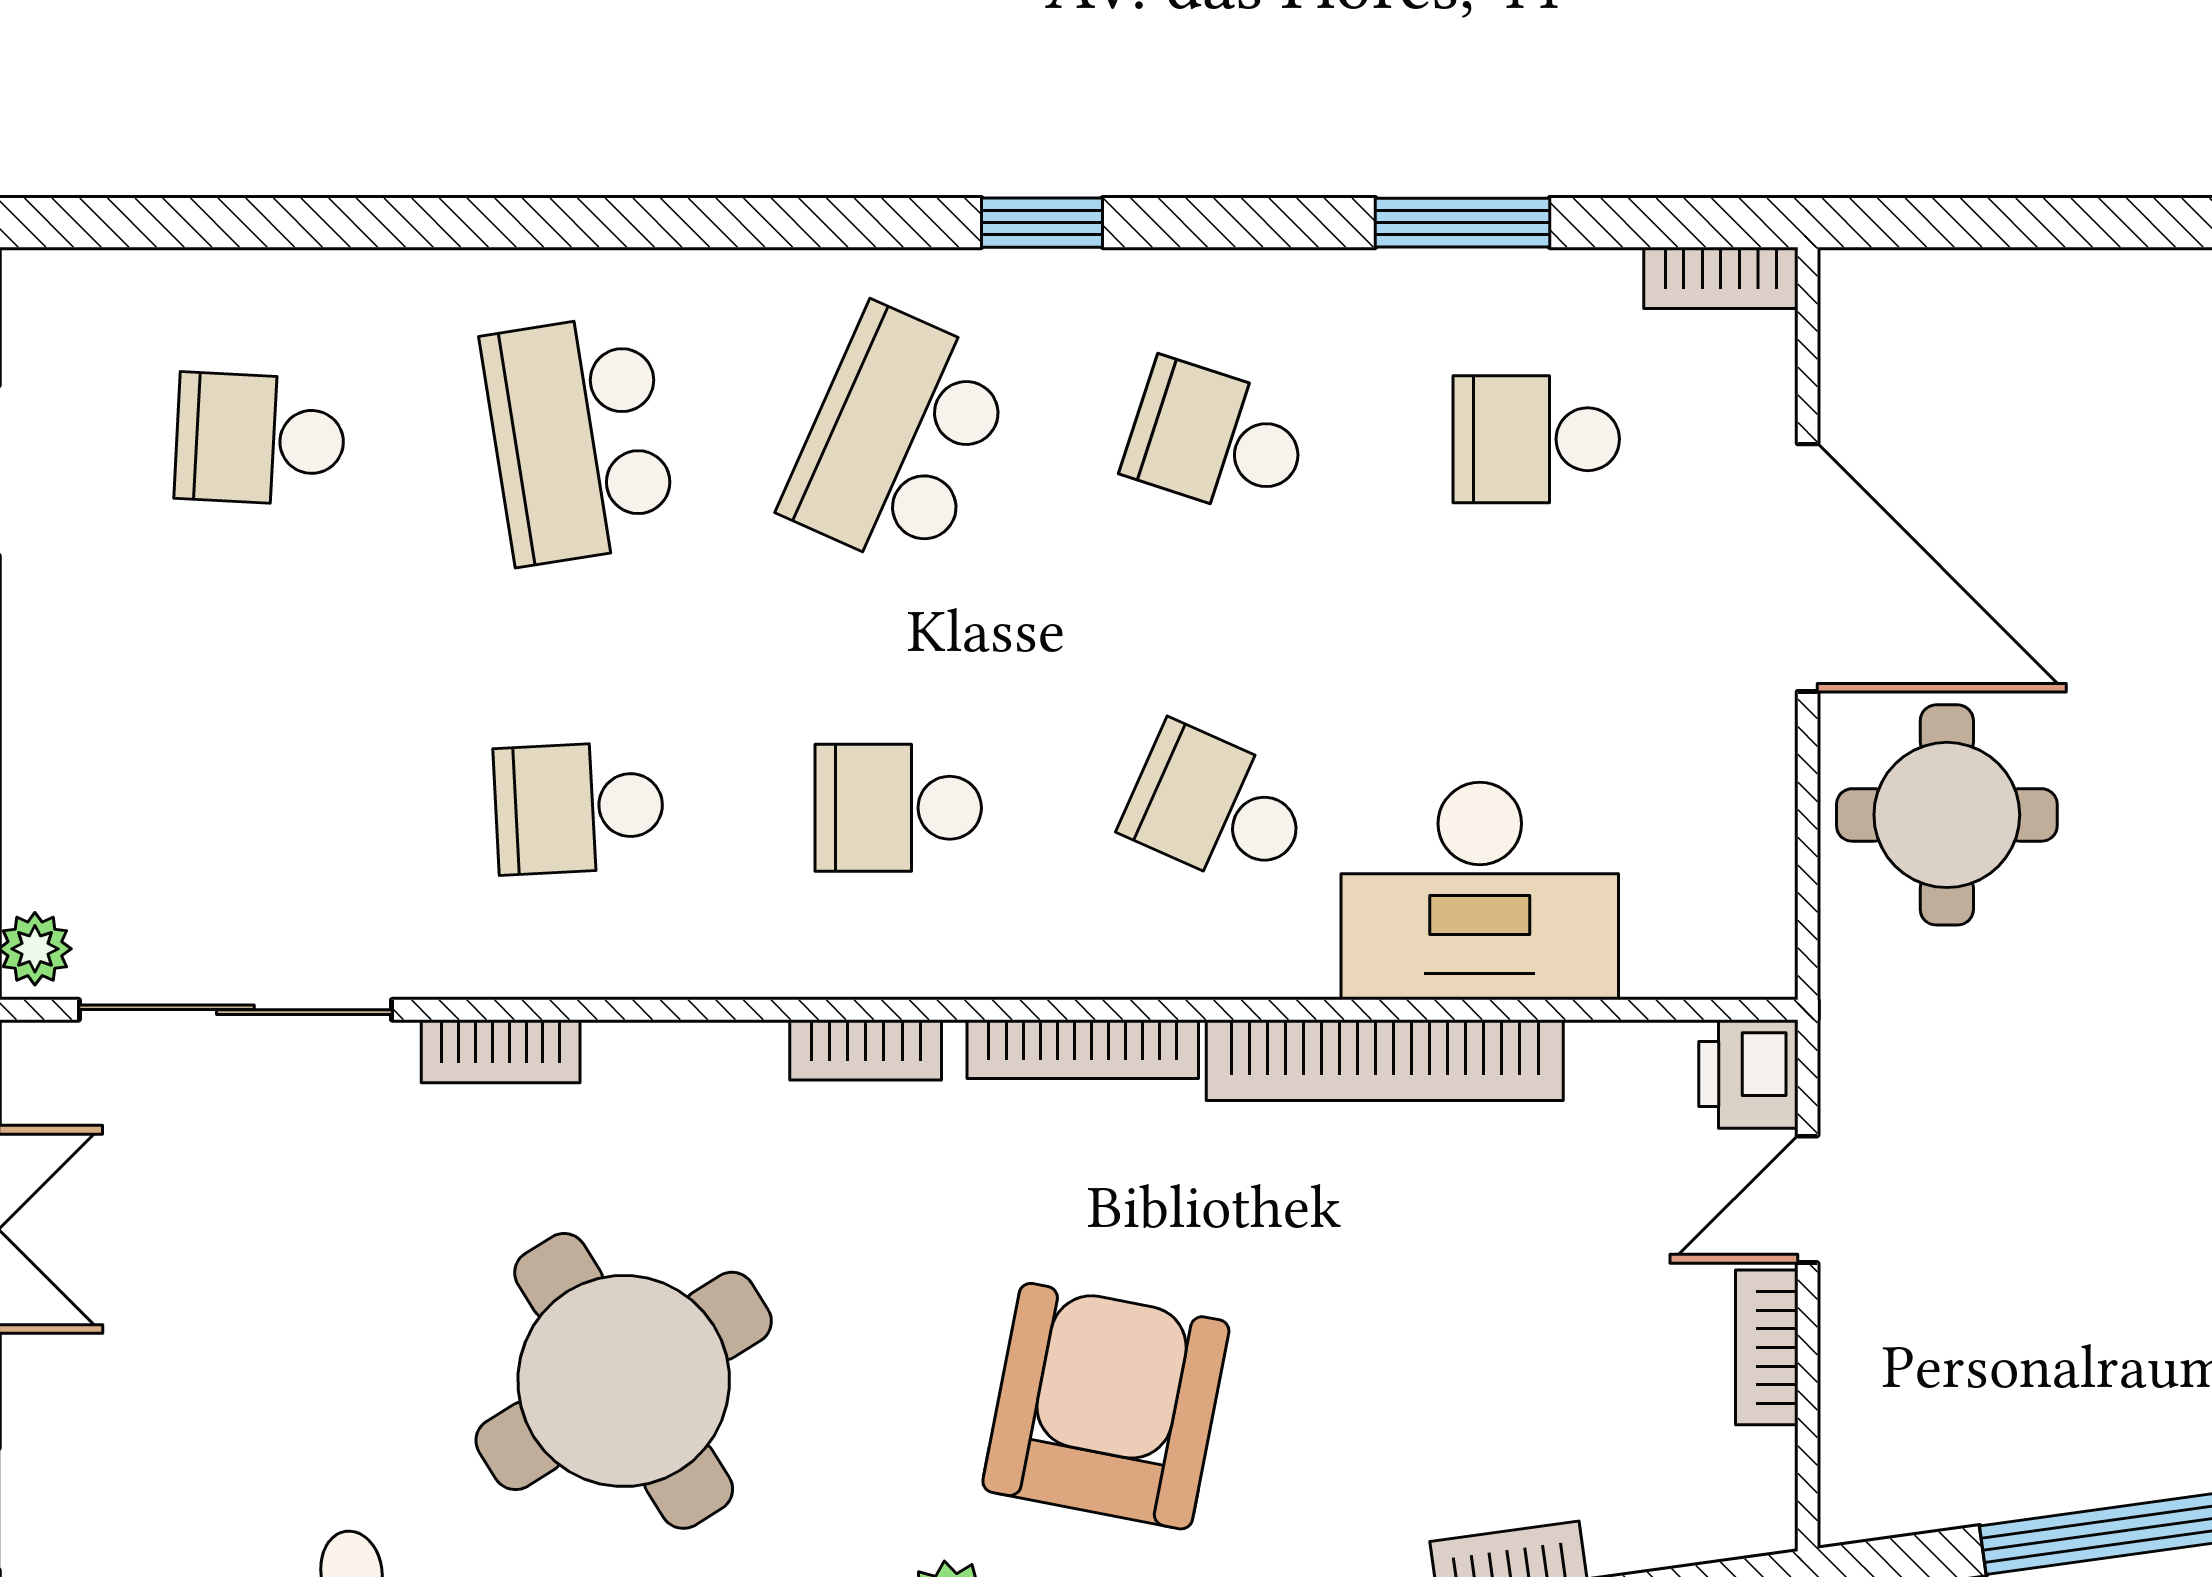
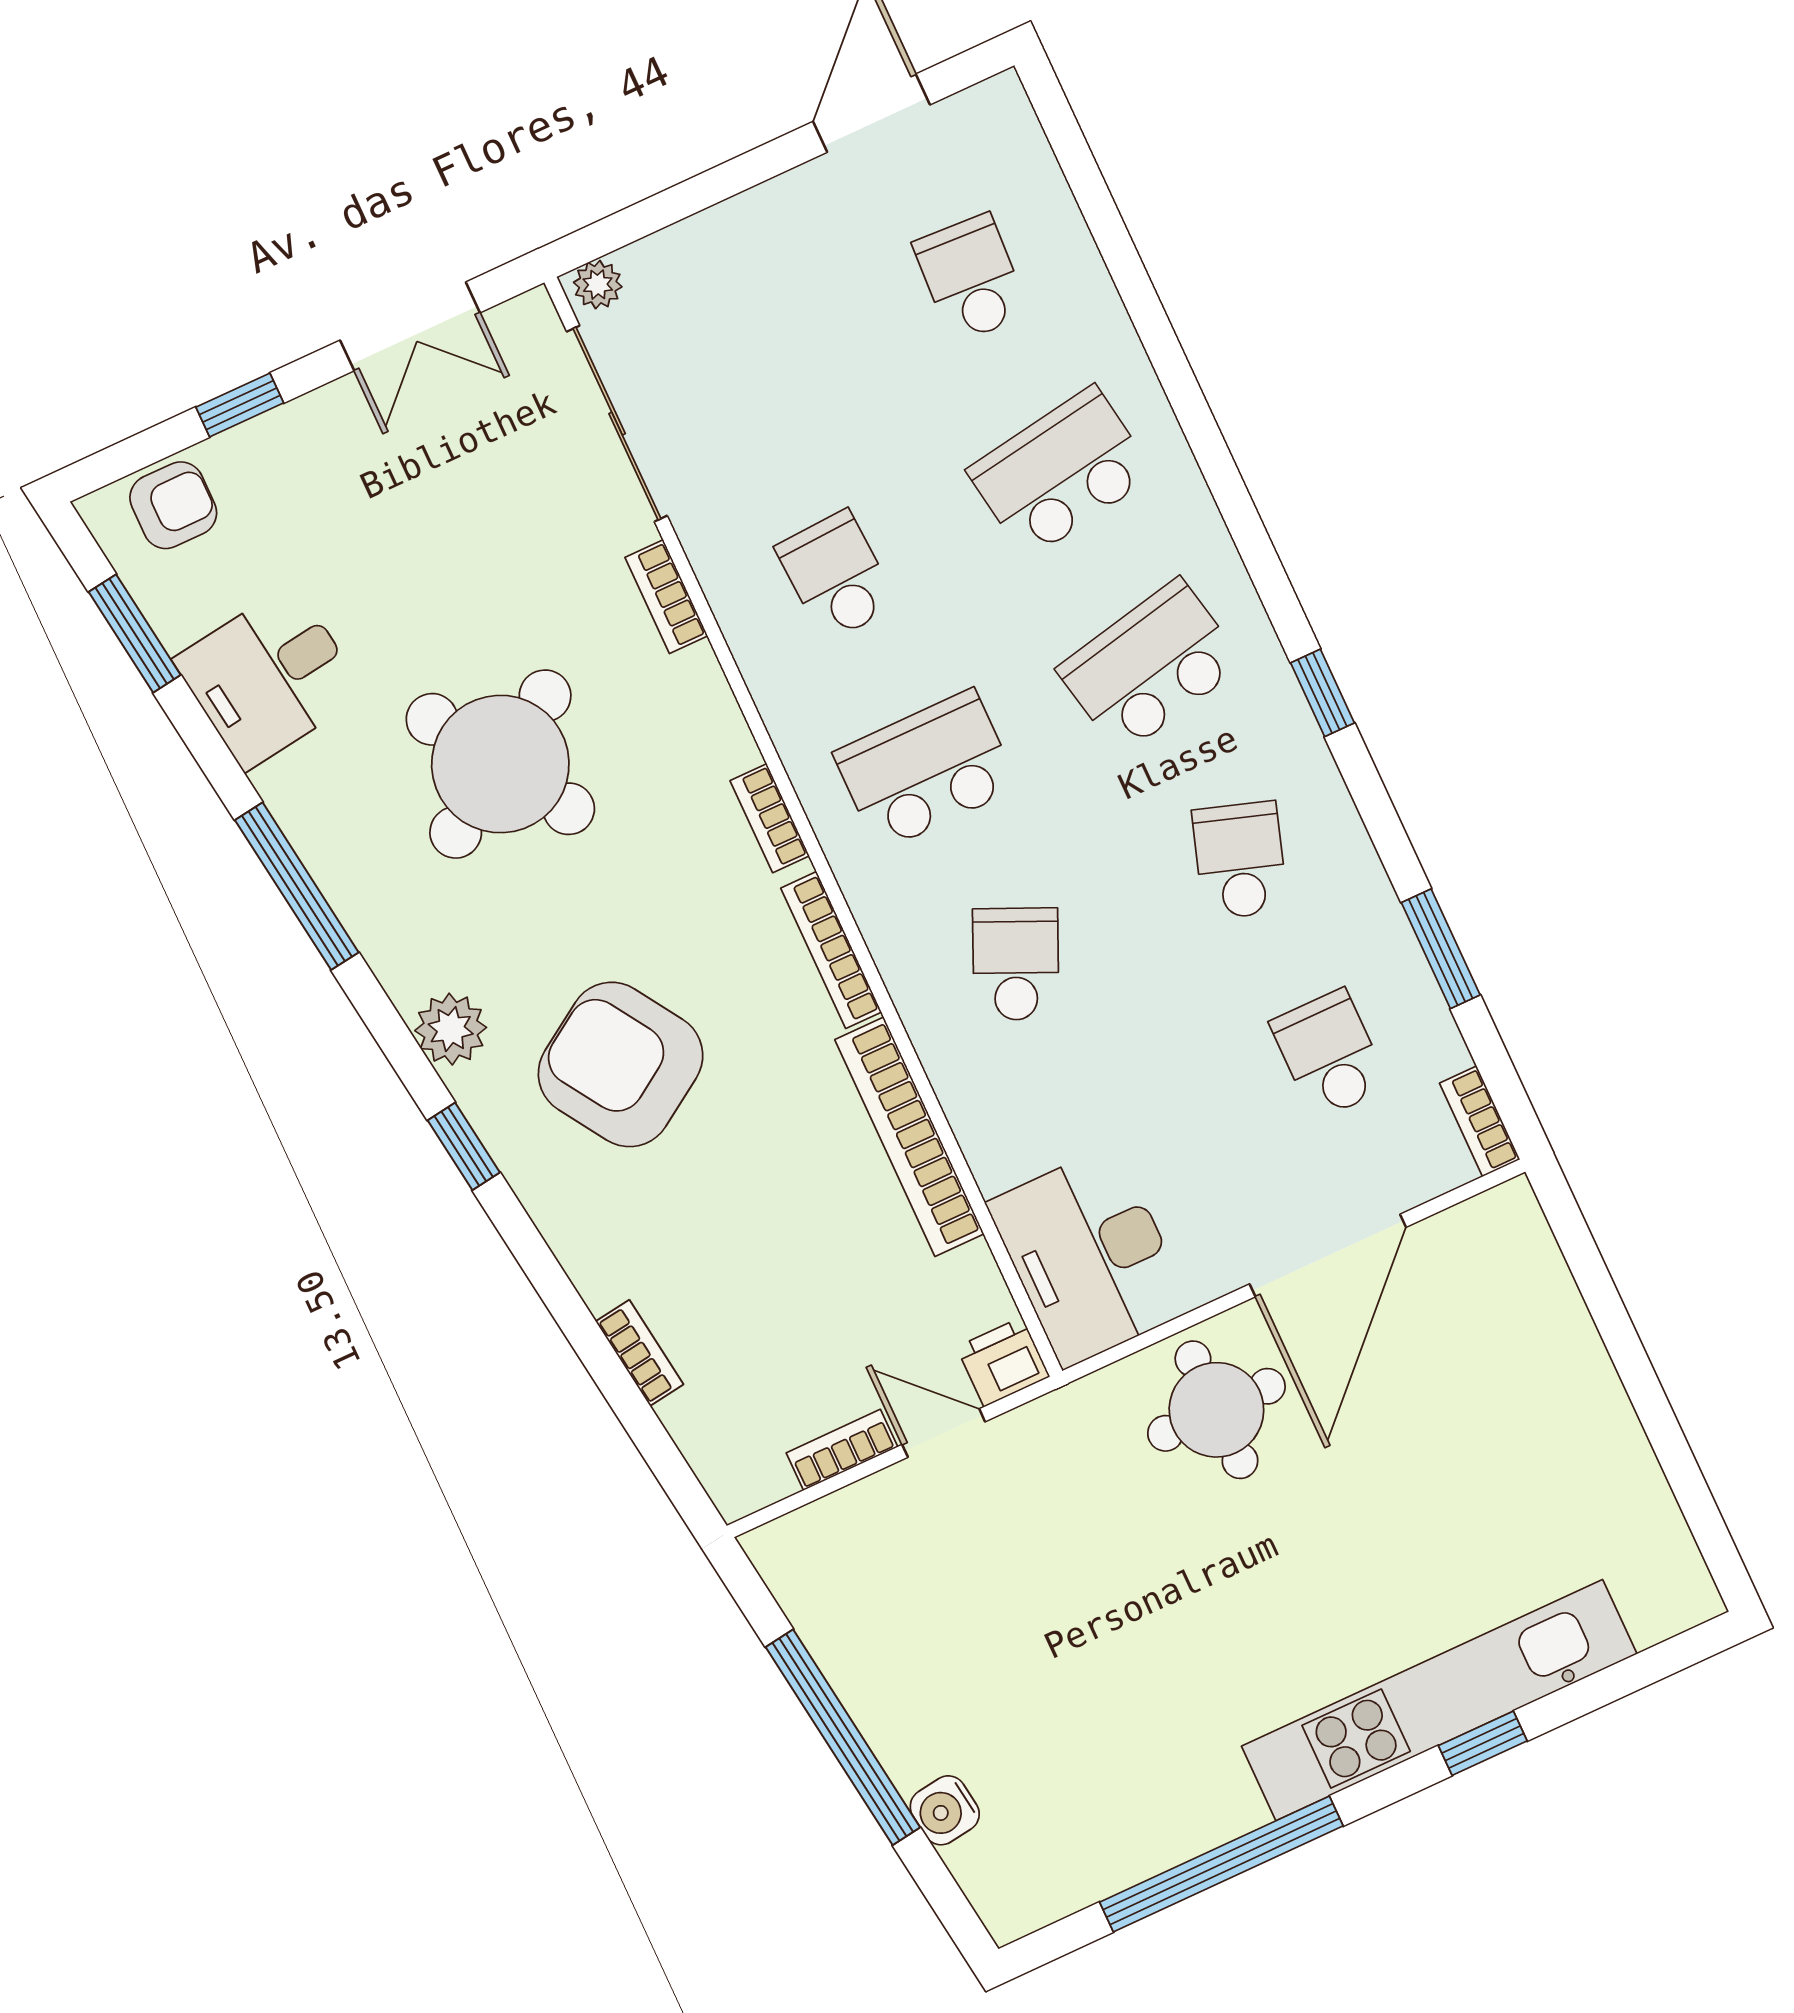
school desk: (898, 439) -> (1150, 666), turned -36
school desk: (898, 808) -> (926, 770), width x1.85
desk: (1480, 891) -> (1089, 1256), moved
armchair: (1106, 1406) -> (621, 1064), turned -134

